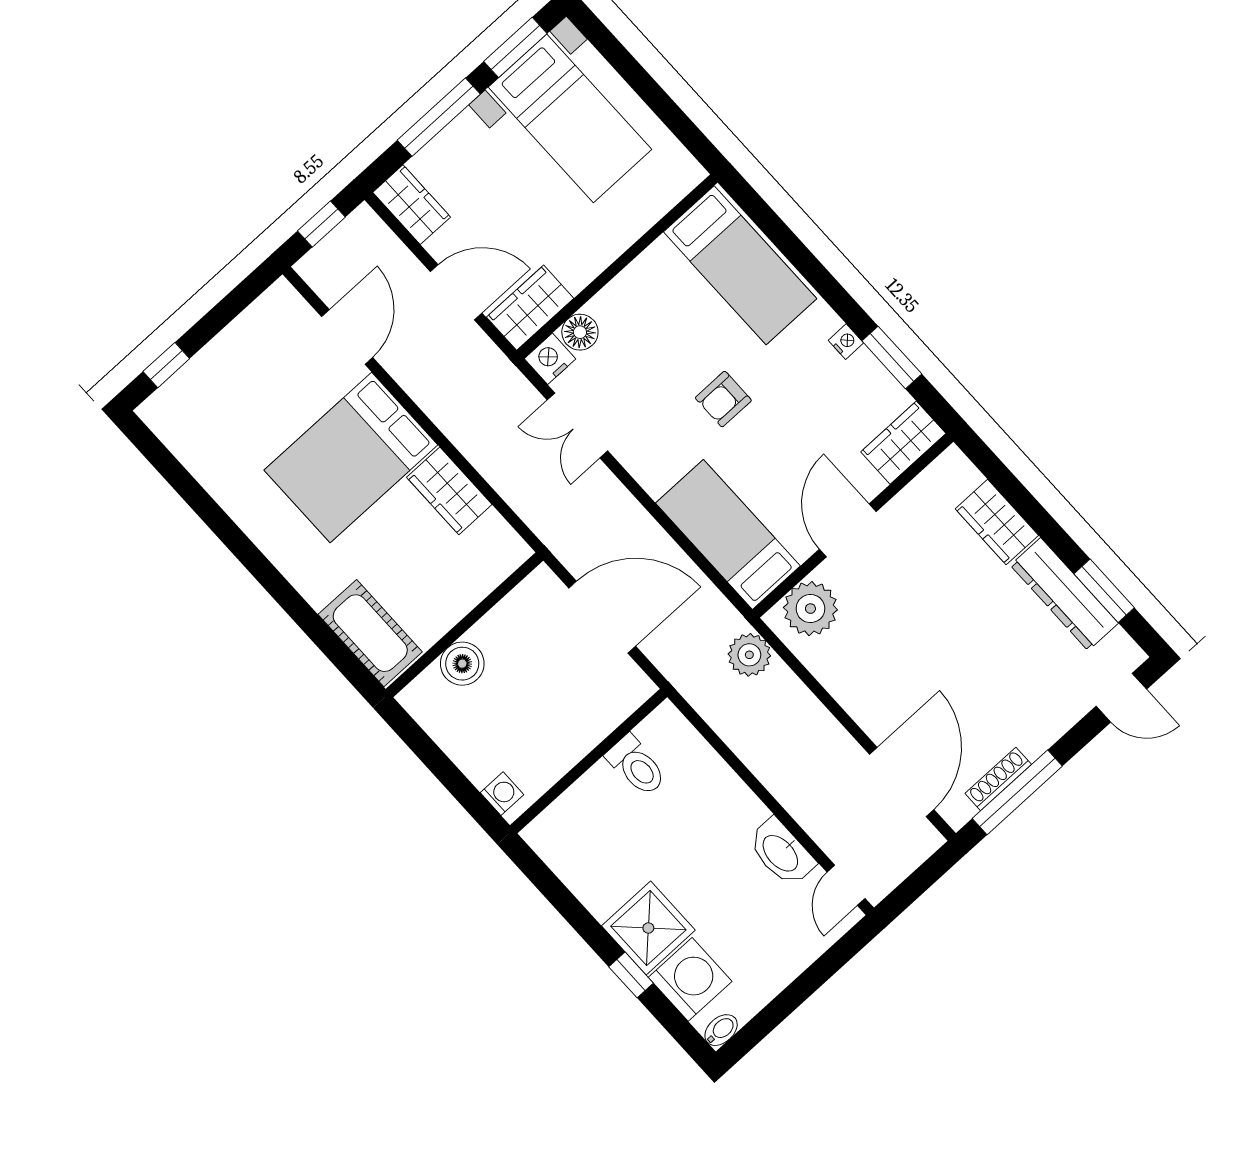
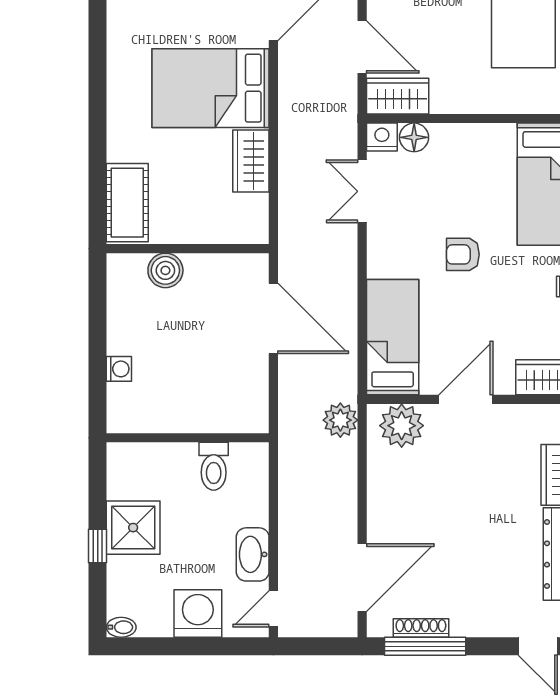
wall: (589, 761) -> (188, 438), moved
toilet: (636, 766) -> (214, 466), moved
washing machine: (690, 979) -> (198, 613), moved, turned -90

